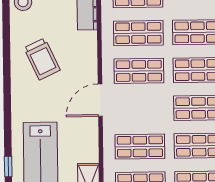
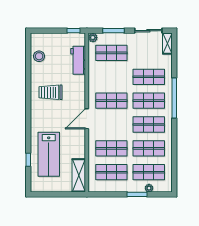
shop shelf: (138, 33) -> (111, 77), removed
trolley: (42, 59) -> (50, 92), turned 115

